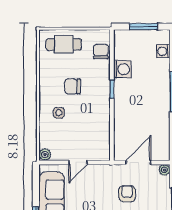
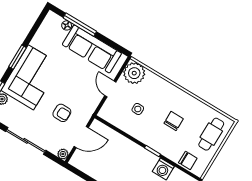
side table: (59, 113) -> (138, 109), moved
plant: (45, 155) -> (134, 73), width x1.88, depth x1.88
door: (139, 162) -> (81, 137), hinge flipped

